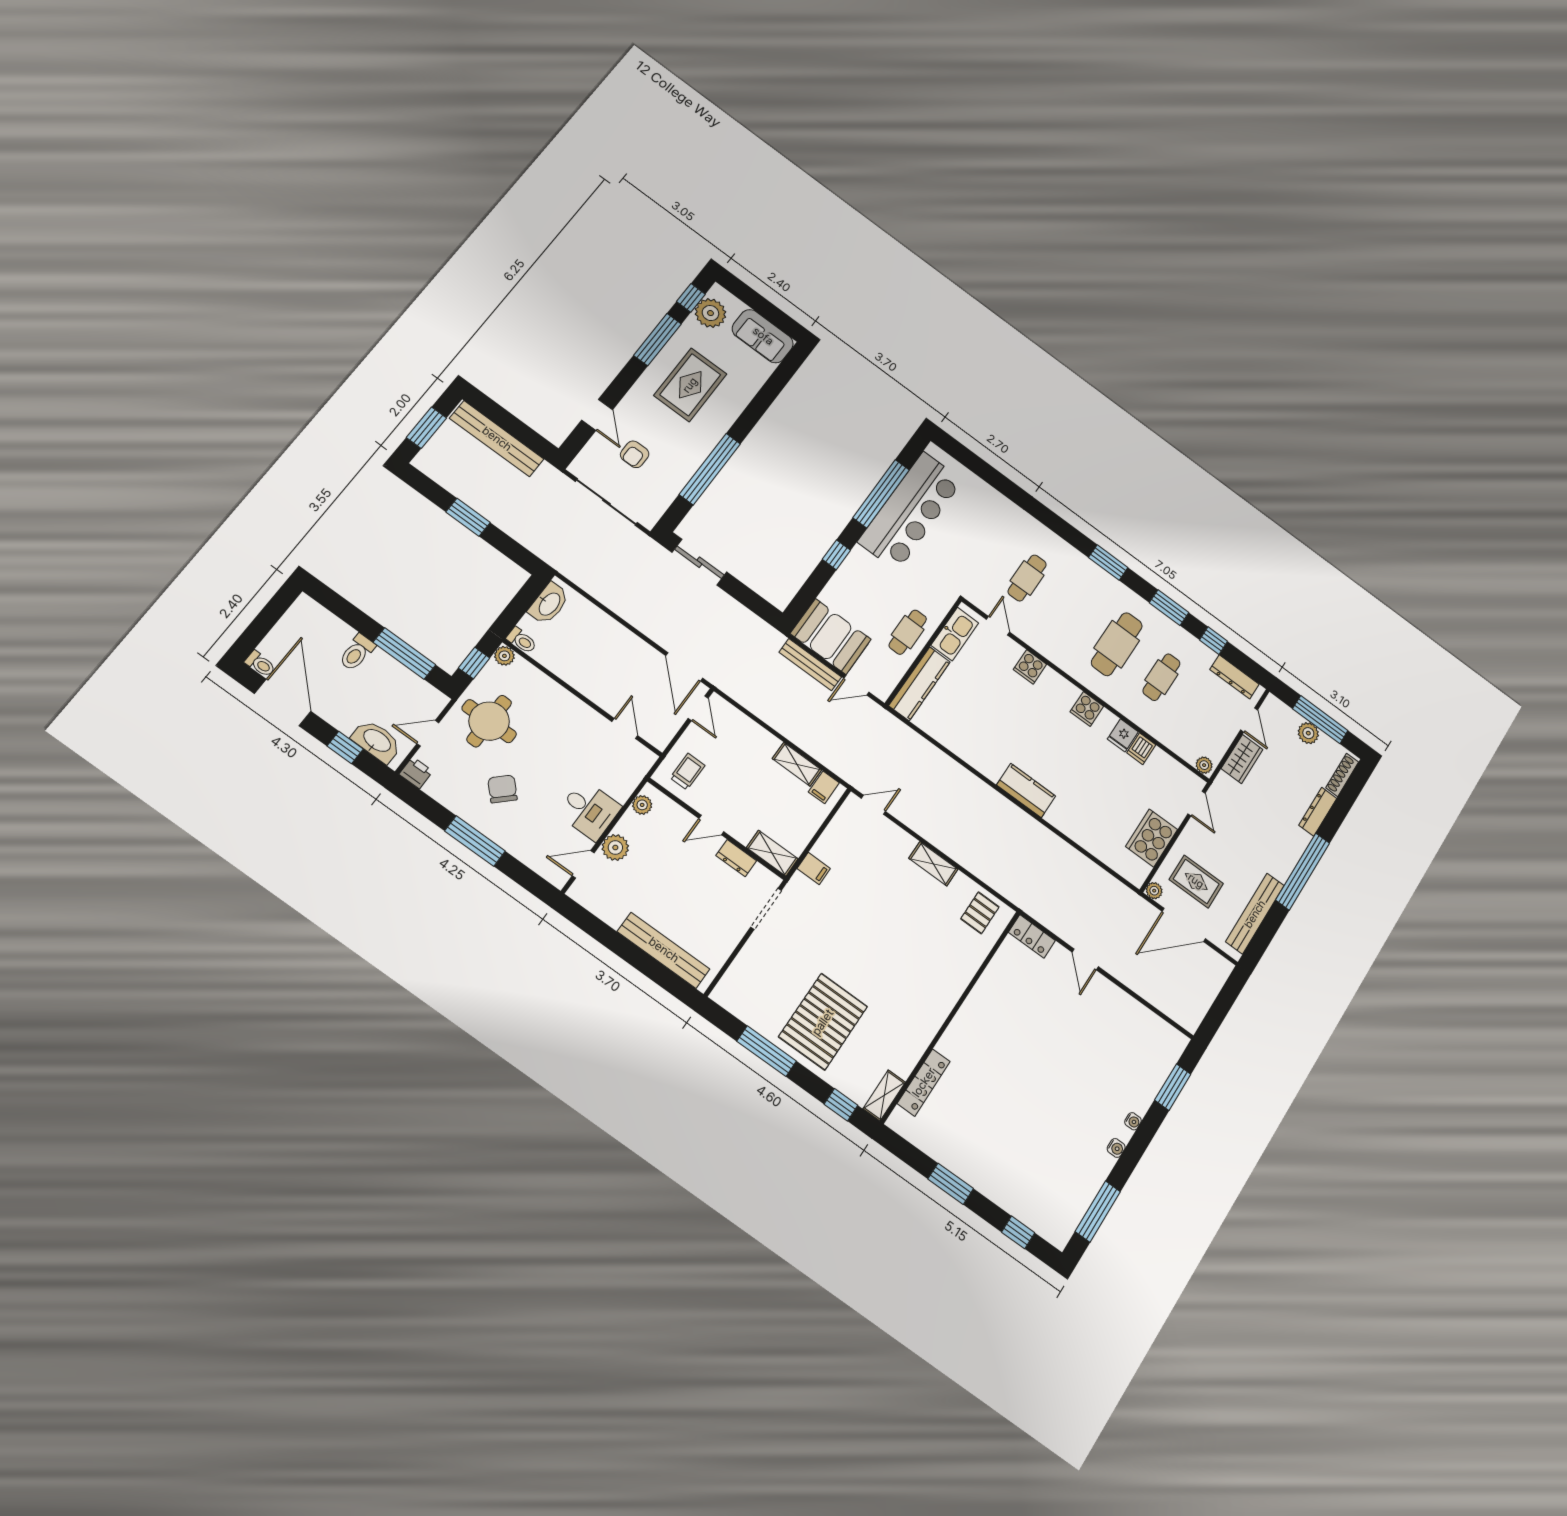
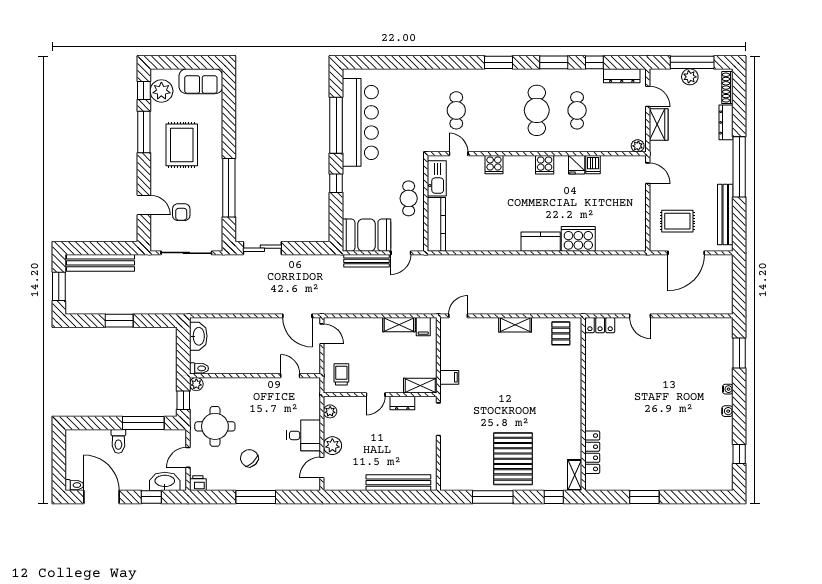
cooker: (1152, 838) -> (578, 239), moved, turned 90
plant: (1154, 891) -> (655, 245), removed
window: (1098, 1211) -> (739, 454), width x0.46
window: (1018, 1232) -> (700, 497), removed

